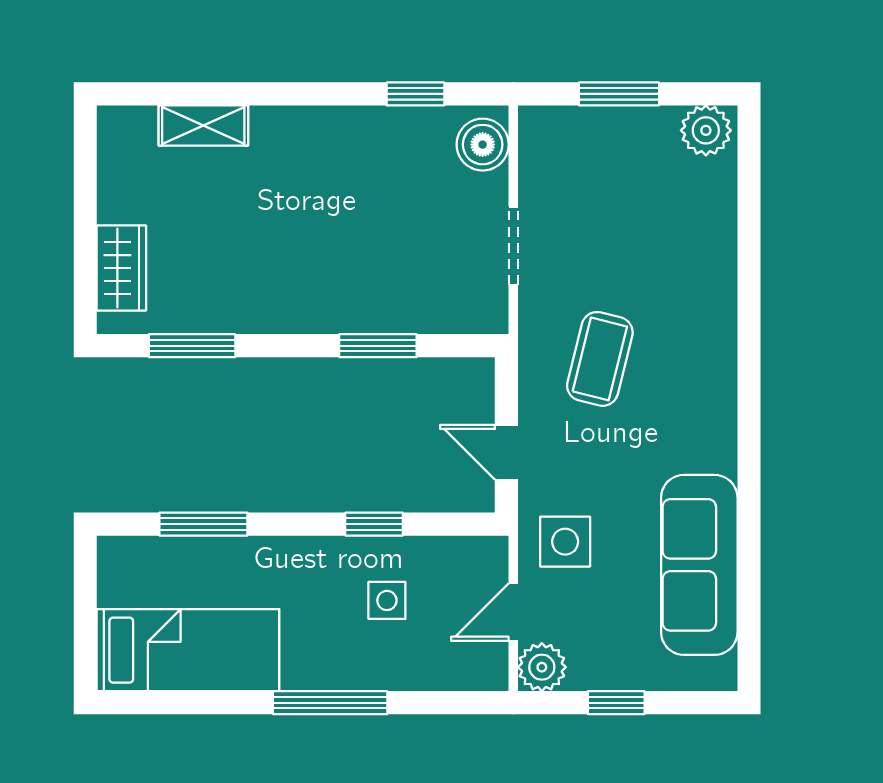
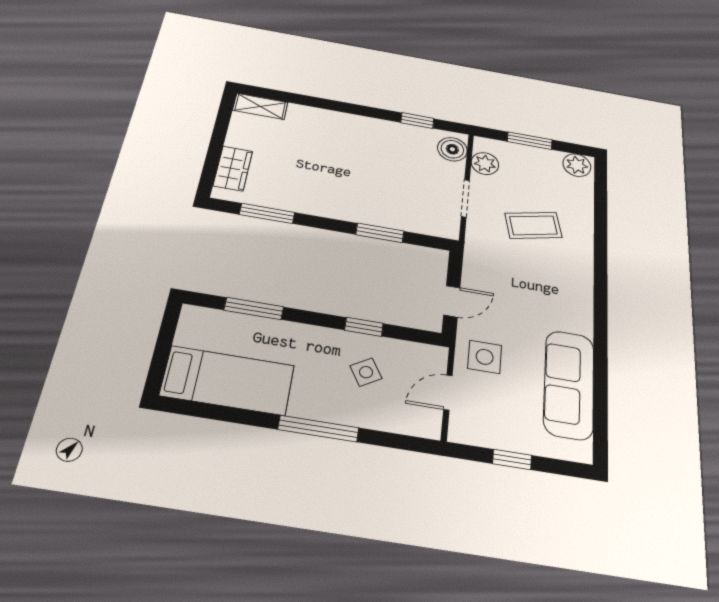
shelving: (203, 125) -> (260, 106), moved
coffee table: (600, 359) -> (533, 225), moved, turned 63
door: (506, 452) -> (452, 301), swing flipped
side table: (387, 600) -> (366, 372), turned -31
plant: (542, 667) -> (485, 164), moved

